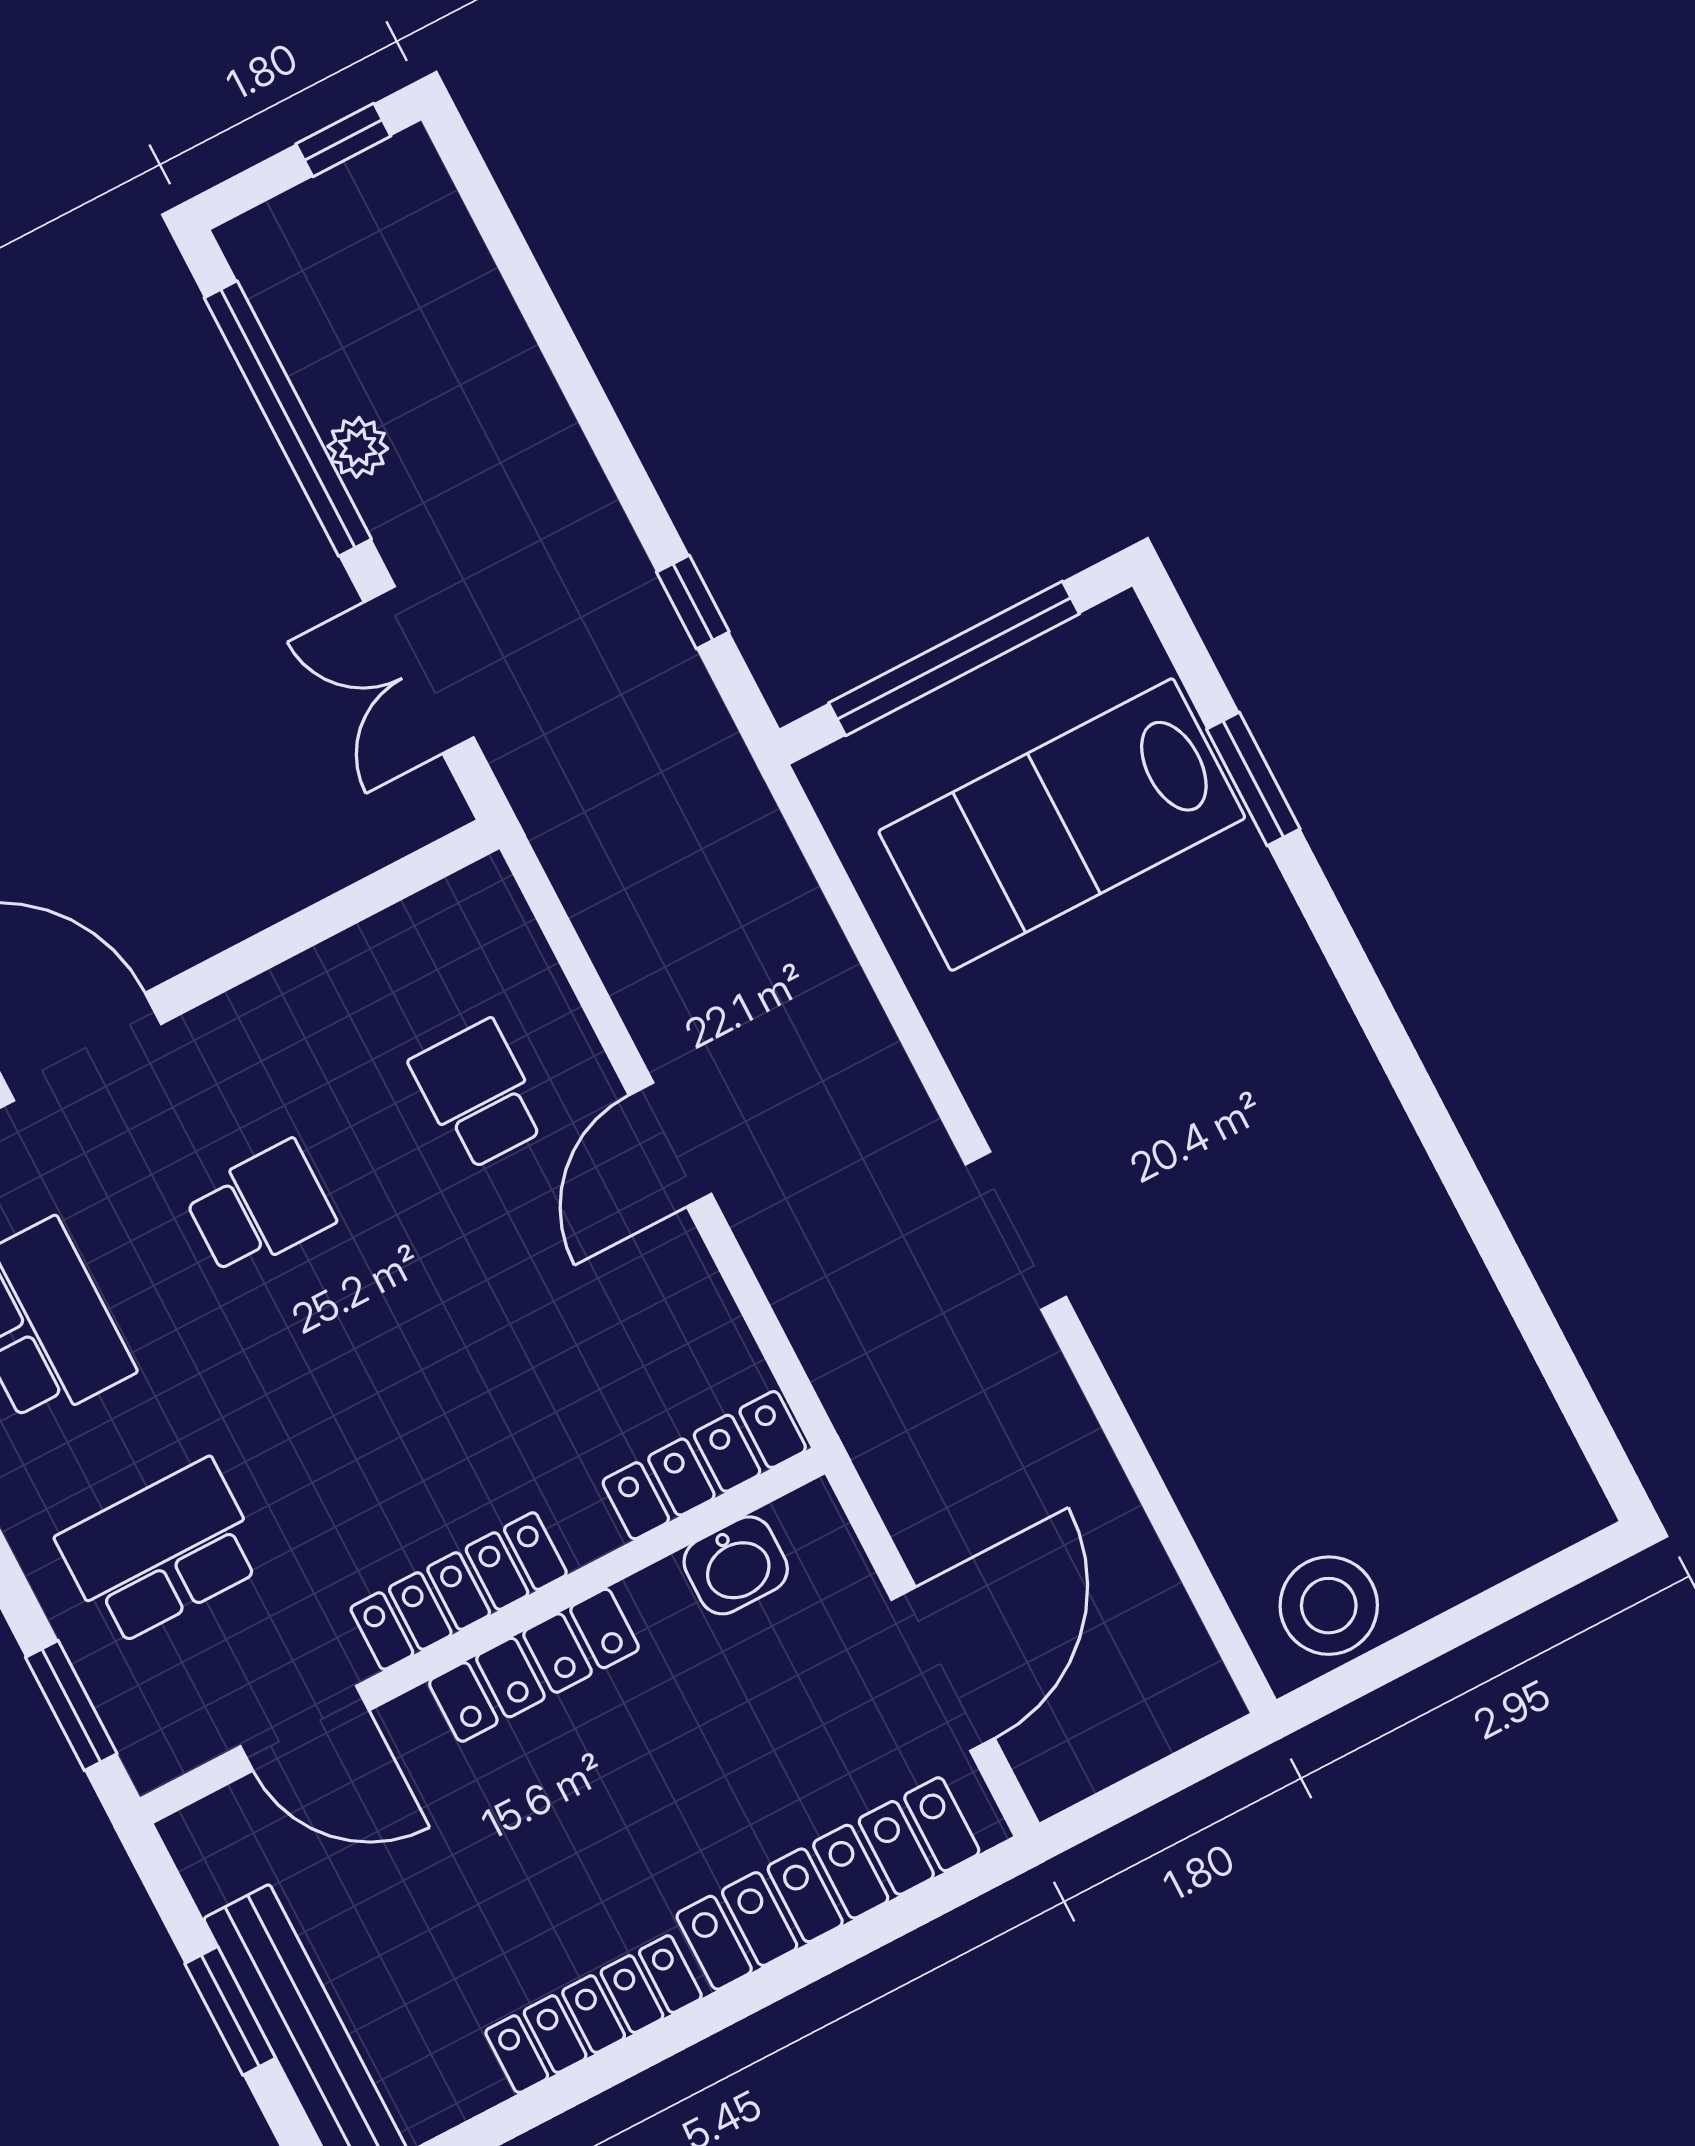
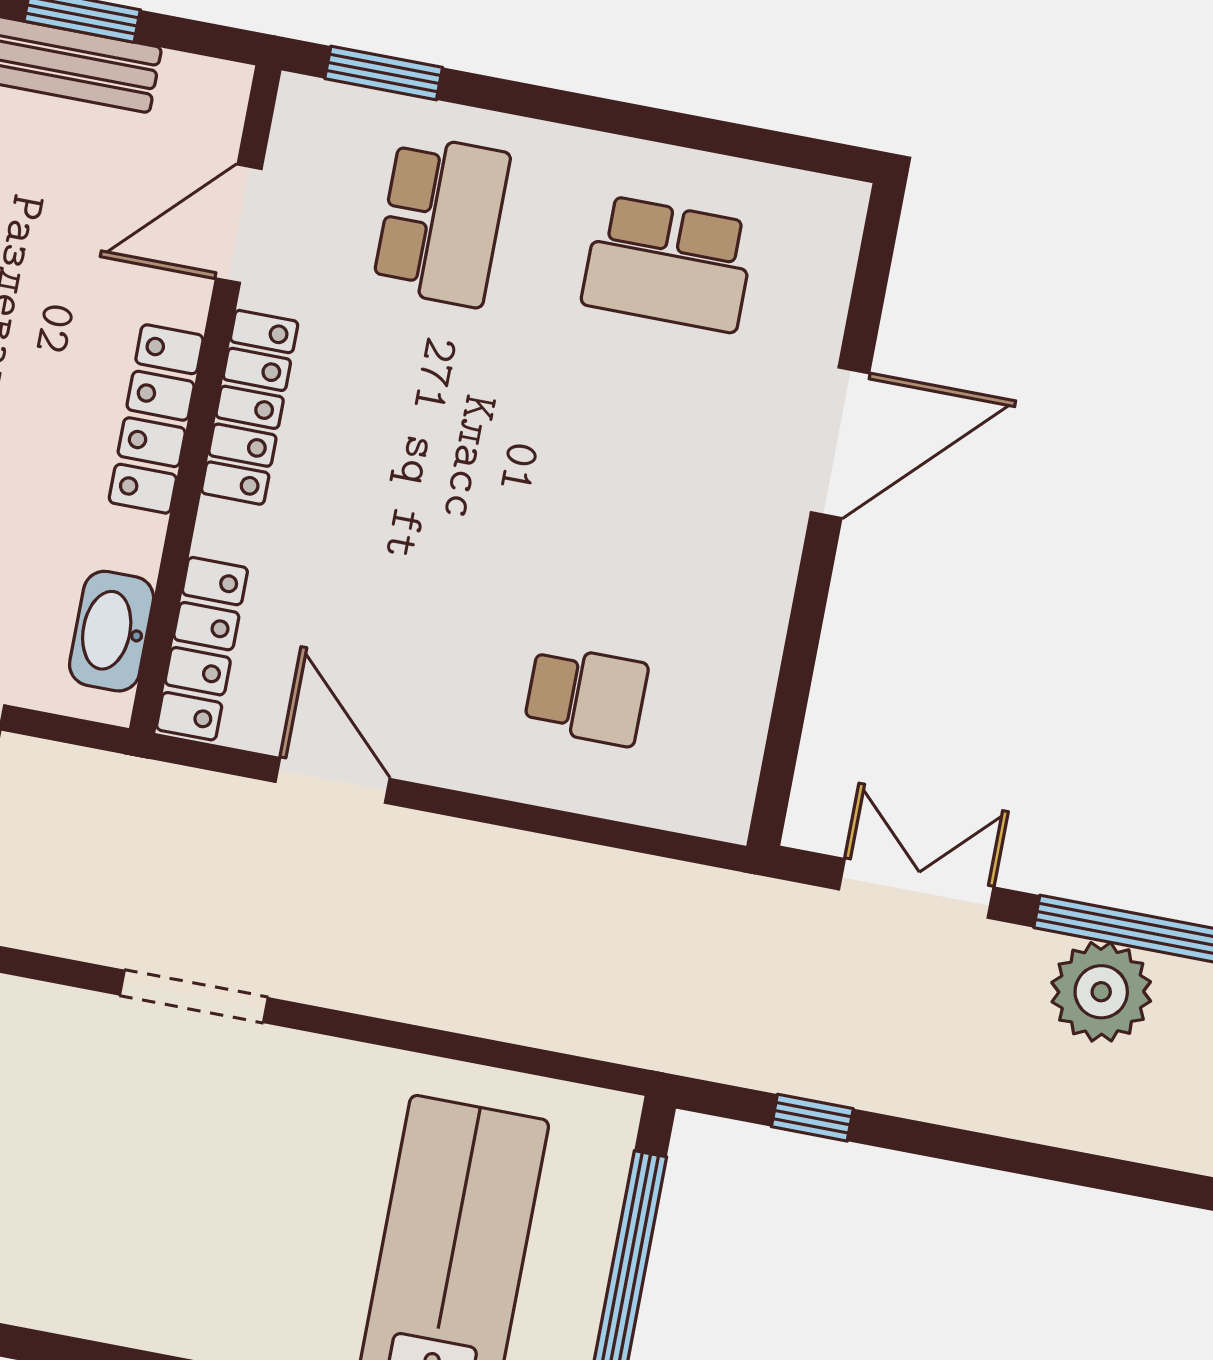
plant: (358, 447) -> (1101, 992), width x1.88, depth x1.88
door: (670, 1145) -> (333, 780), moved
school desk: (260, 1208) -> (627, 480), removed
washbasin: (736, 1565) -> (112, 631), width x1.38

